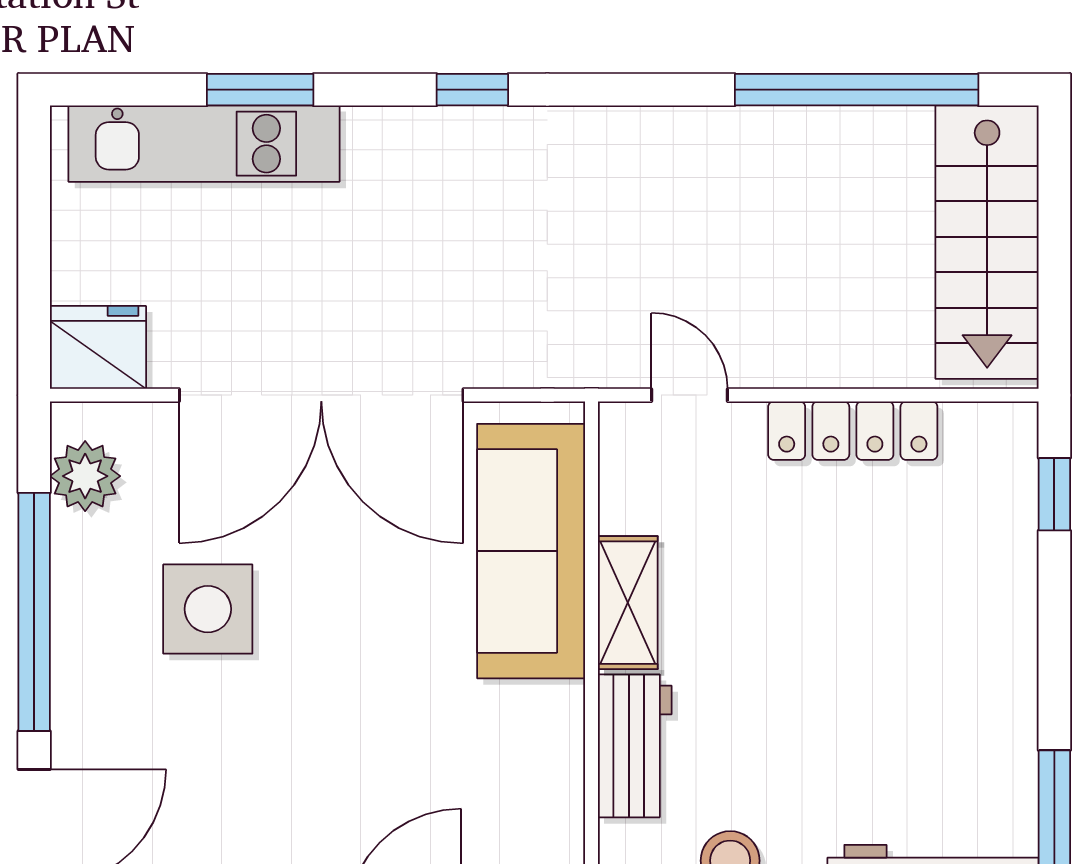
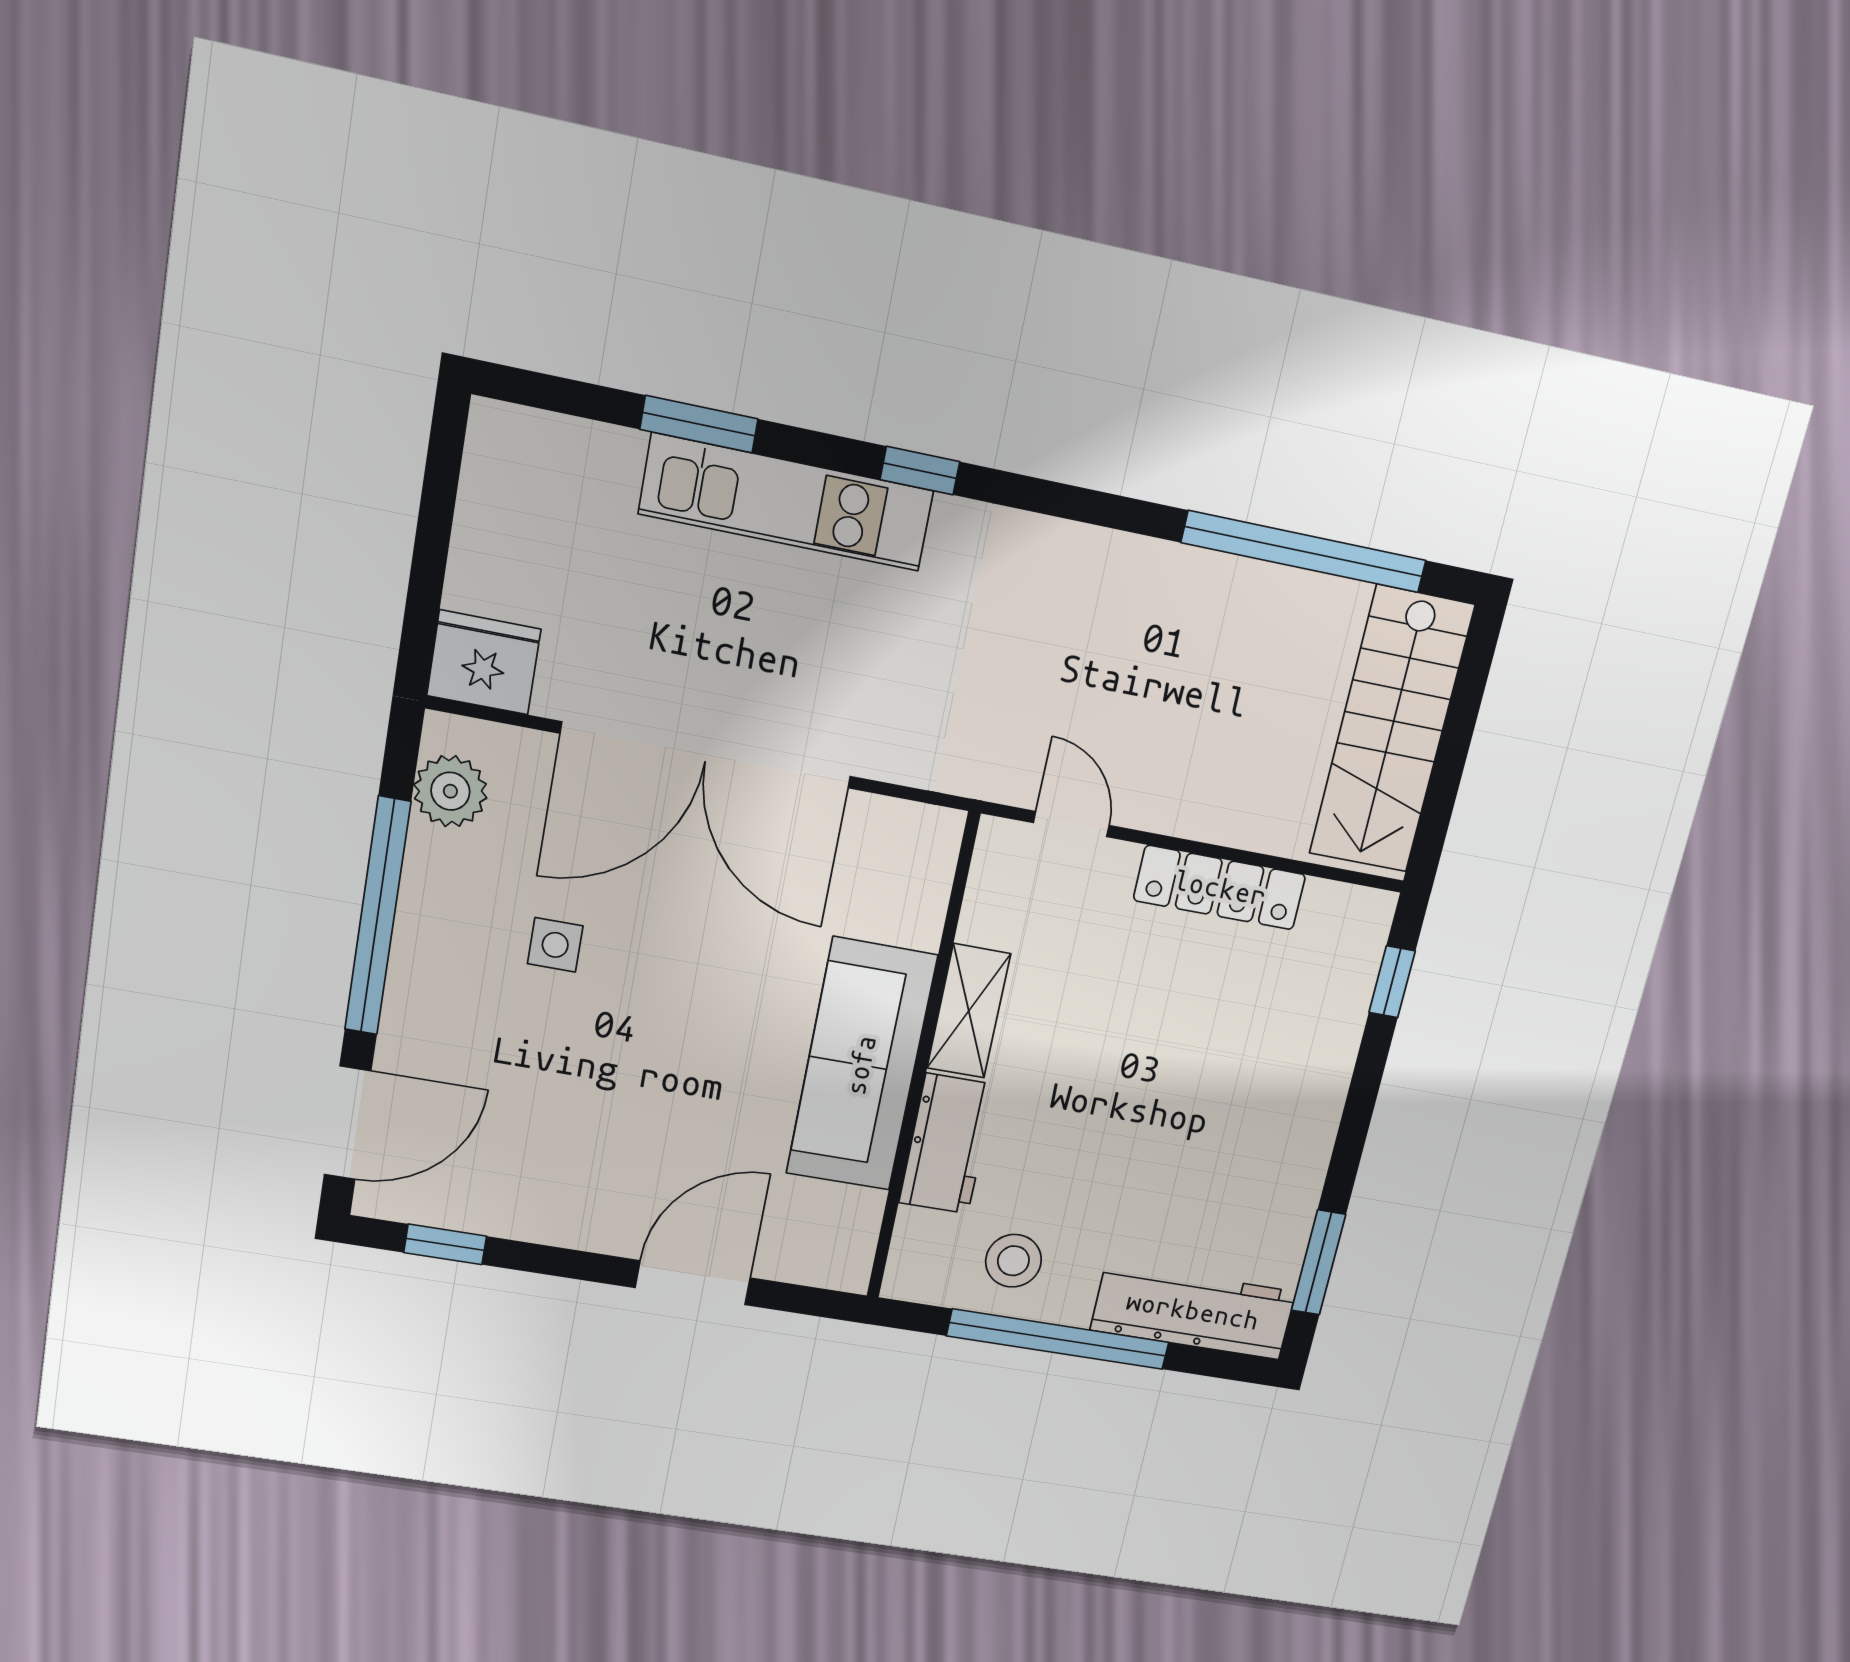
kitchen unit: (204, 144) -> (786, 502), moved
sofa: (531, 551) -> (861, 1065), moved
side table: (208, 609) -> (555, 945), width x0.54, depth x0.54

